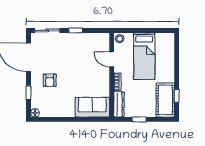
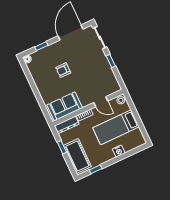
door: (112, 59) -> (101, 102), swing flipped
nightstand: (169, 64) -> (119, 151), added
armchair: (50, 80) -> (63, 70), moved
cot: (165, 100) -> (77, 156), moved, turned 90
sofa: (92, 107) -> (65, 106), moved, turned -90

